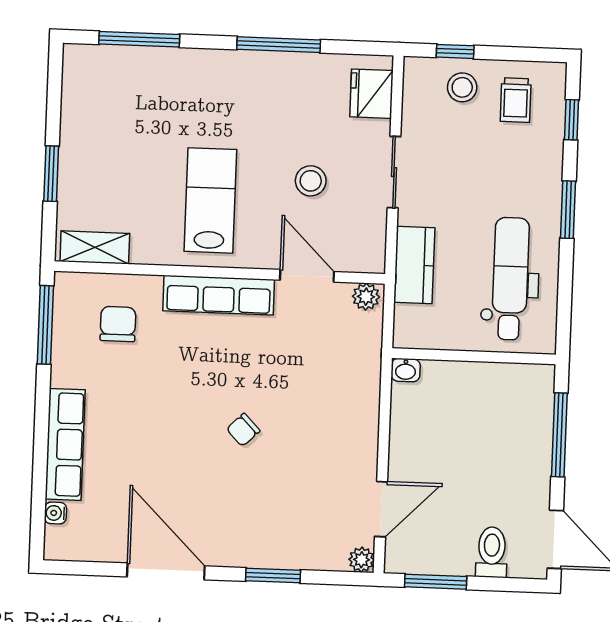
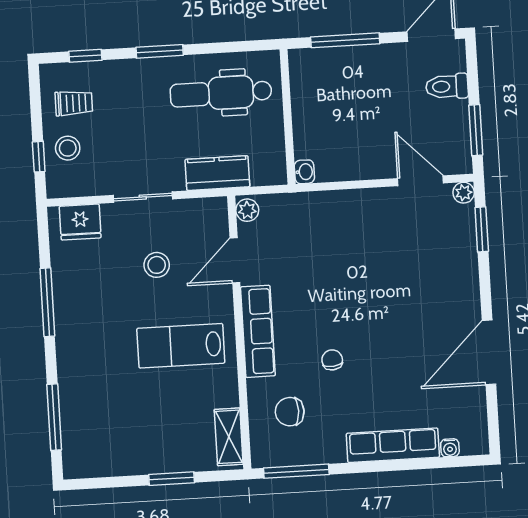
chair: (243, 430) -> (332, 360), moved, turned -141
window: (273, 575) -> (482, 229), moved

